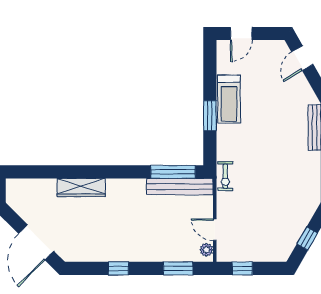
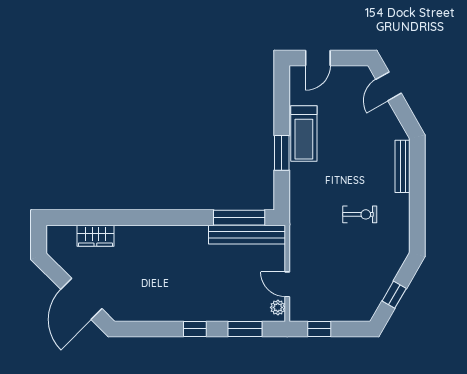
exercise bike: (225, 176) -> (360, 214), moved, turned -90
wardrobe: (81, 188) -> (95, 236), moved, width x0.67
window: (118, 268) -> (195, 329), moved

